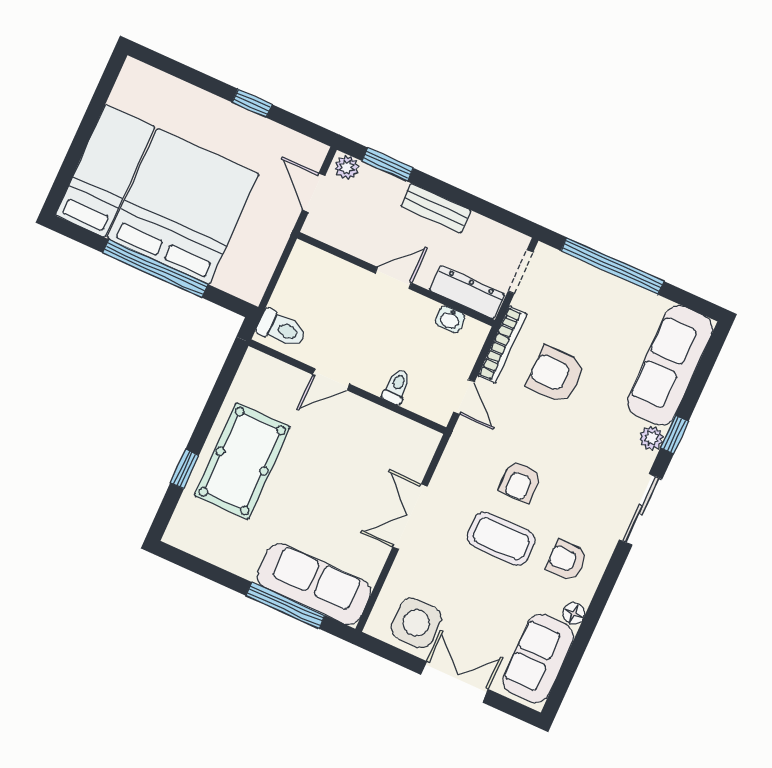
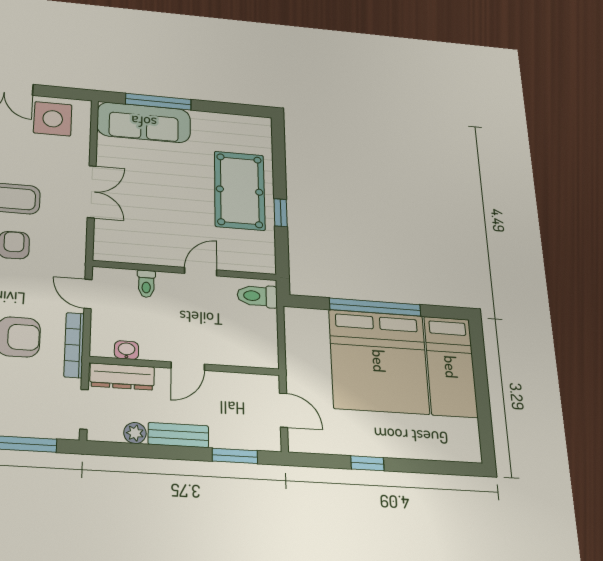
plant: (347, 167) -> (135, 433), moved
window: (185, 469) -> (281, 213), moved

